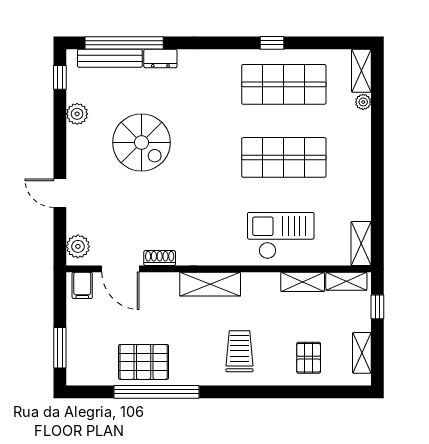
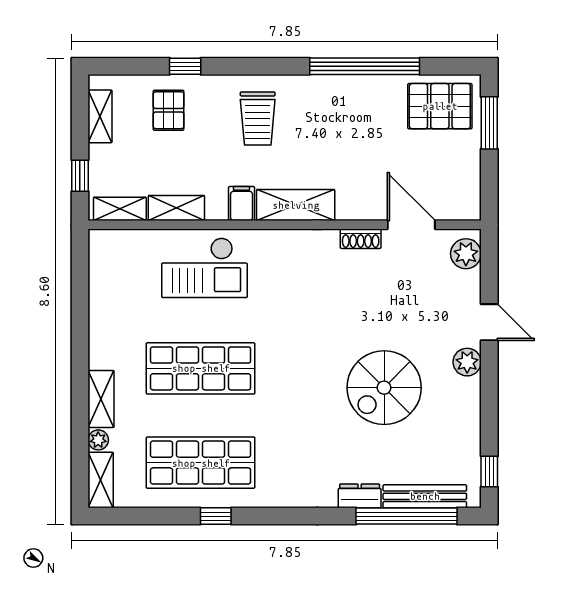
plant: (77, 114) -> (467, 362), moved
spiral stairs: (141, 143) -> (384, 388), turned -90
shelving: (361, 244) -> (101, 399), moved
filing cabinet: (82, 285) -> (242, 203), moved
pallet: (144, 362) -> (440, 106), moved
window: (296, 392) -> (185, 66), added

